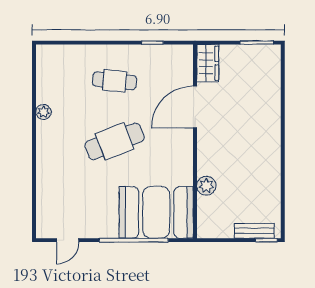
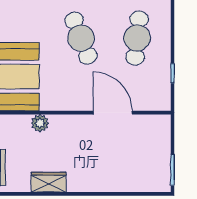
wardrobe: (208, 63) -> (49, 182), moved, turned 180
cafe table: (114, 81) -> (137, 38), width x1.37, depth x1.35

